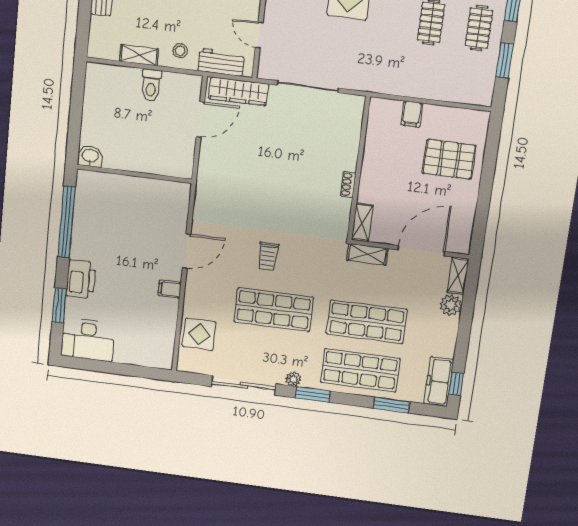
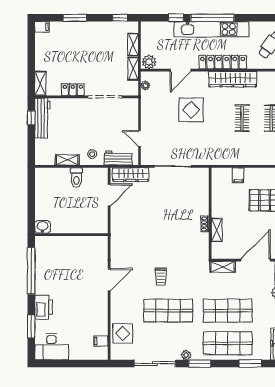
shelving: (362, 223) -> (217, 230), moved
filing cabinet: (169, 289) -> (101, 341), moved

